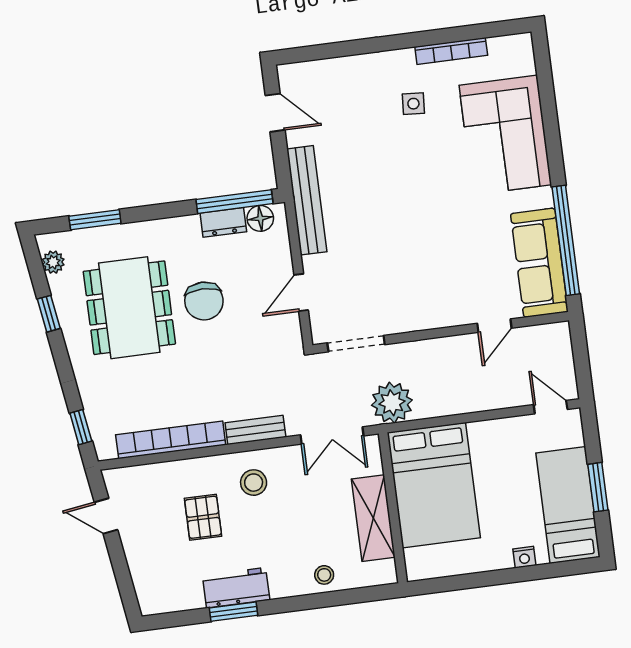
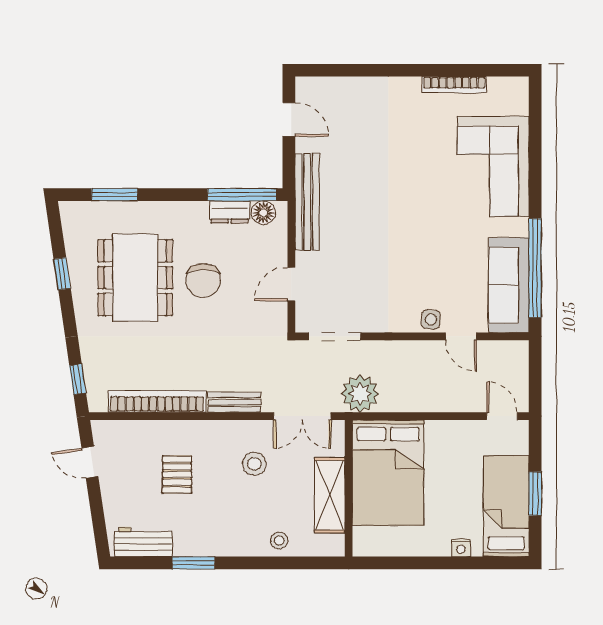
side table: (413, 104) -> (431, 319), moved
plant: (53, 262) -> (72, 228), removed
door: (494, 326) -> (461, 336), hinge flipped
stool: (254, 483) -> (254, 464), moved
workbench: (236, 588) -> (143, 542), moved

